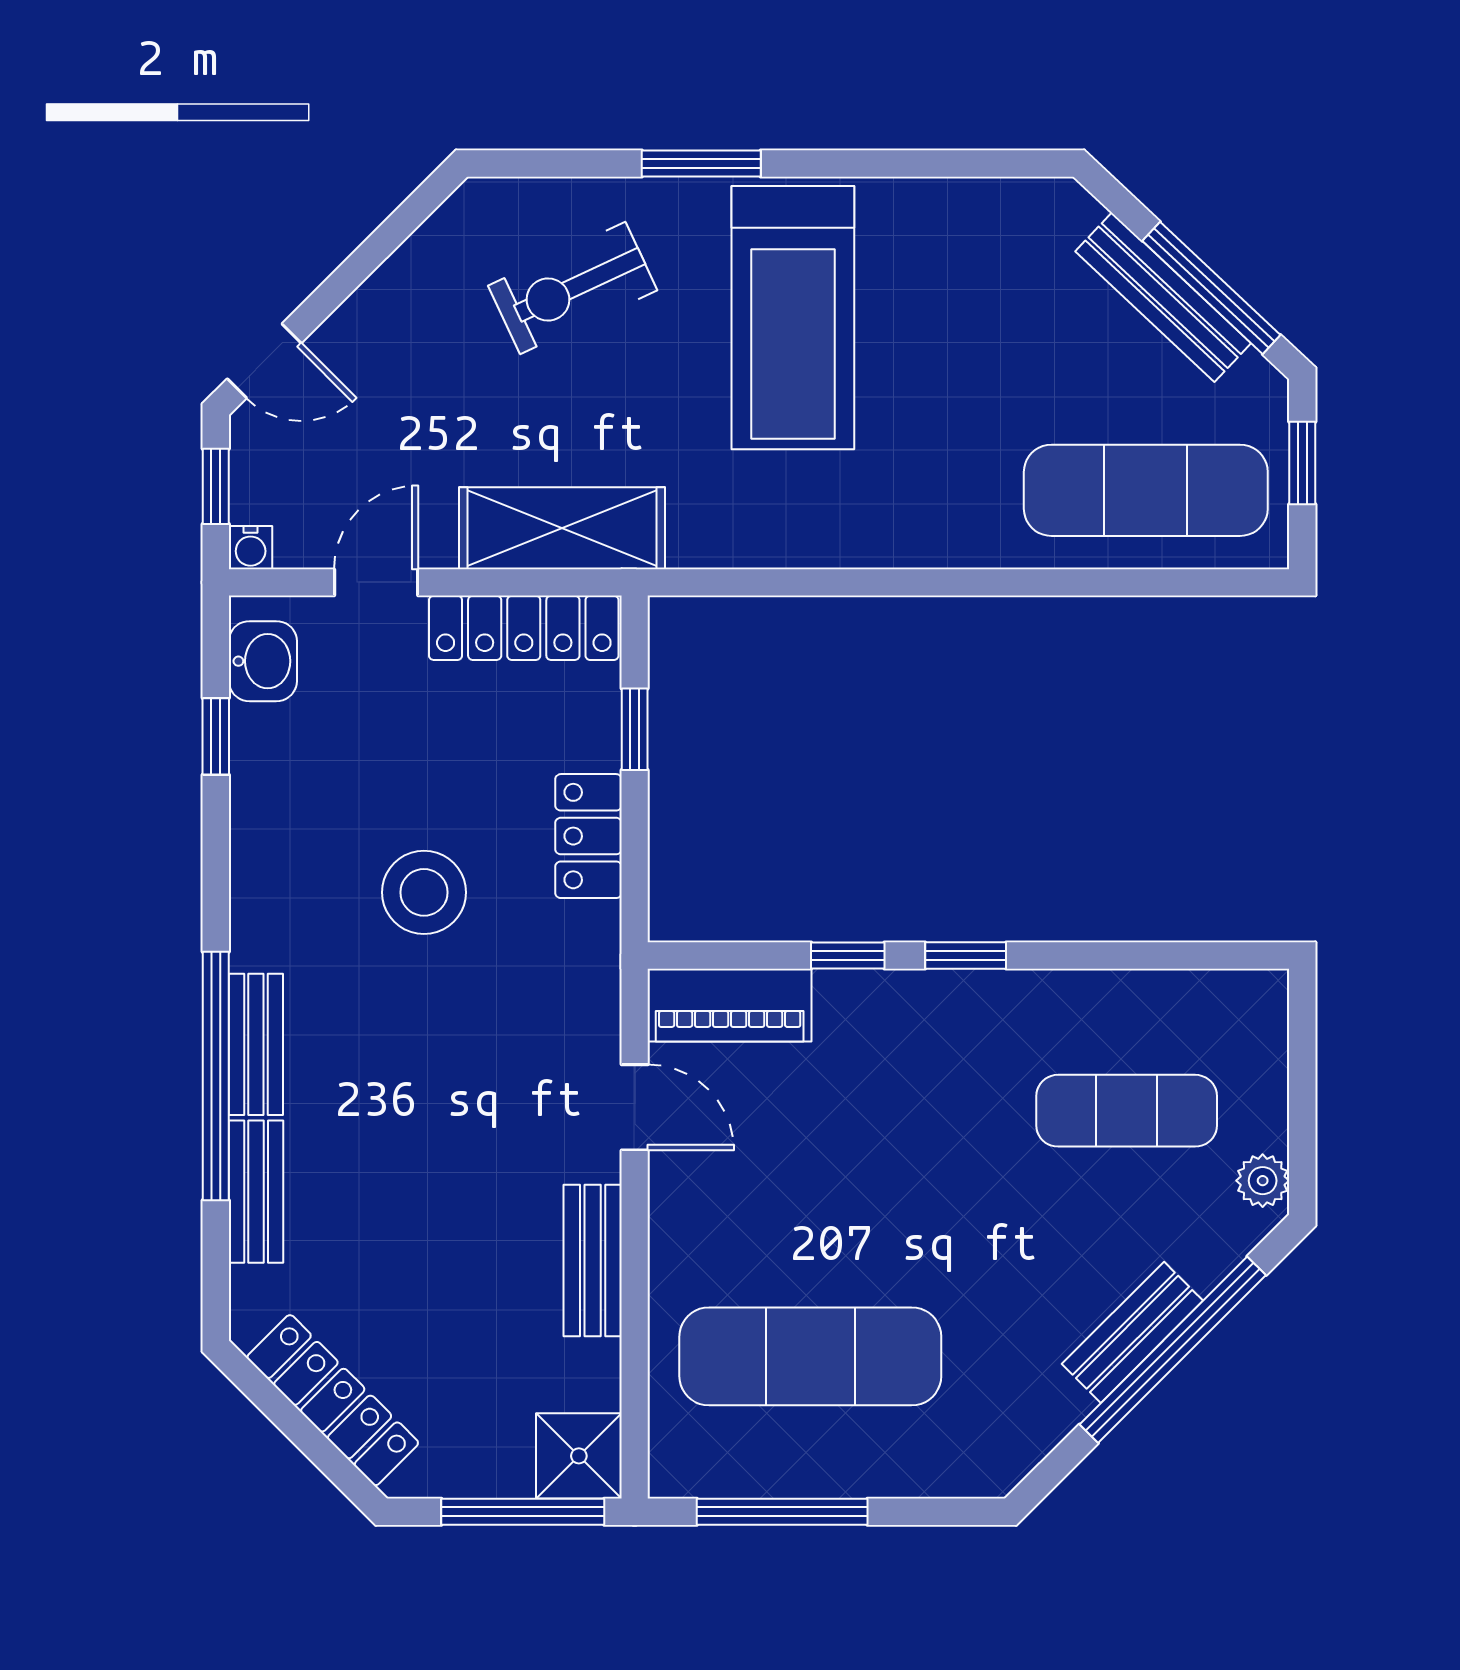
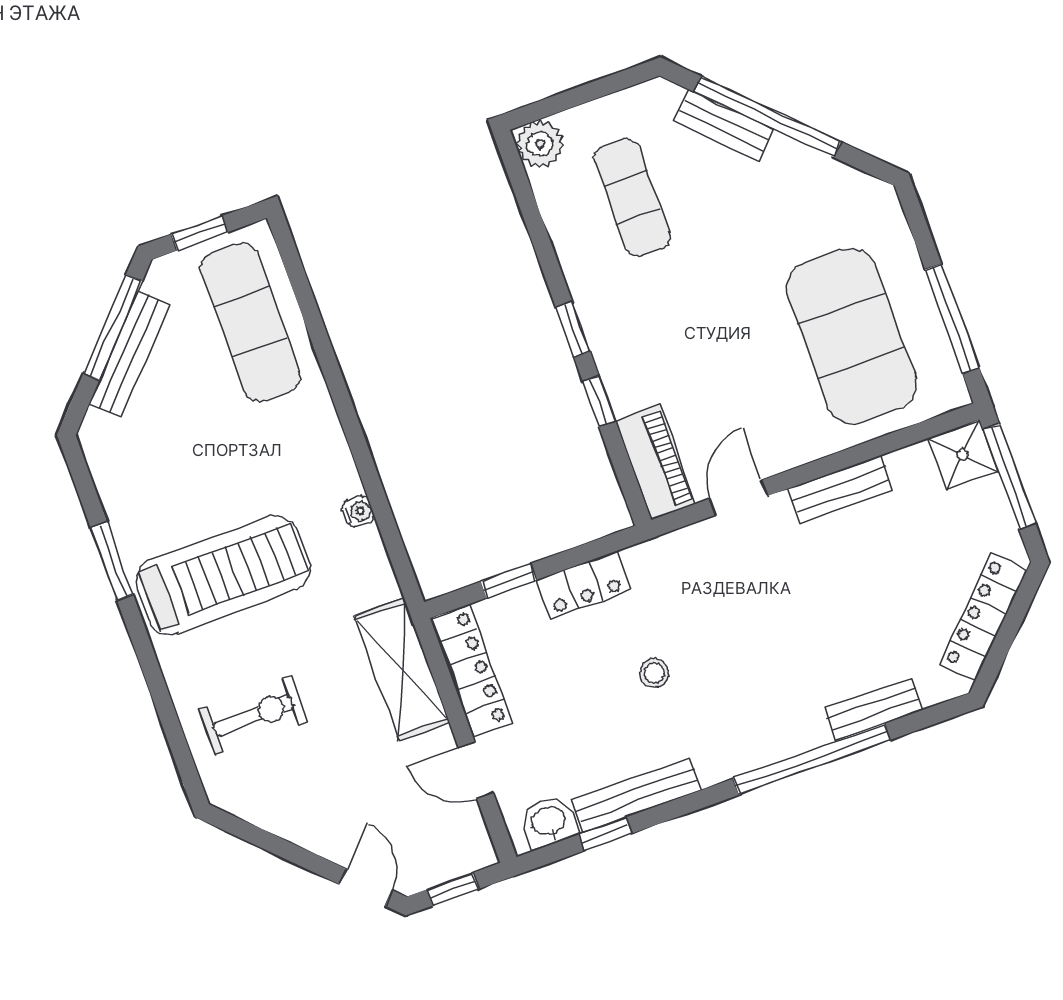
window: (701, 164) -> (112, 561), moved
exercise bike: (573, 288) -> (254, 716), turned -65
water cooler: (251, 548) -> (358, 512), moved
stool: (424, 892) -> (654, 673), width x0.53, depth x0.53
bench: (256, 1044) -> (637, 795), moved, width x1.36
plant: (1263, 1181) -> (540, 144), moved, width x1.38, depth x1.38
bench: (1132, 1332) -> (724, 125), moved
exercise mat: (810, 1356) -> (851, 336), width x1.47

